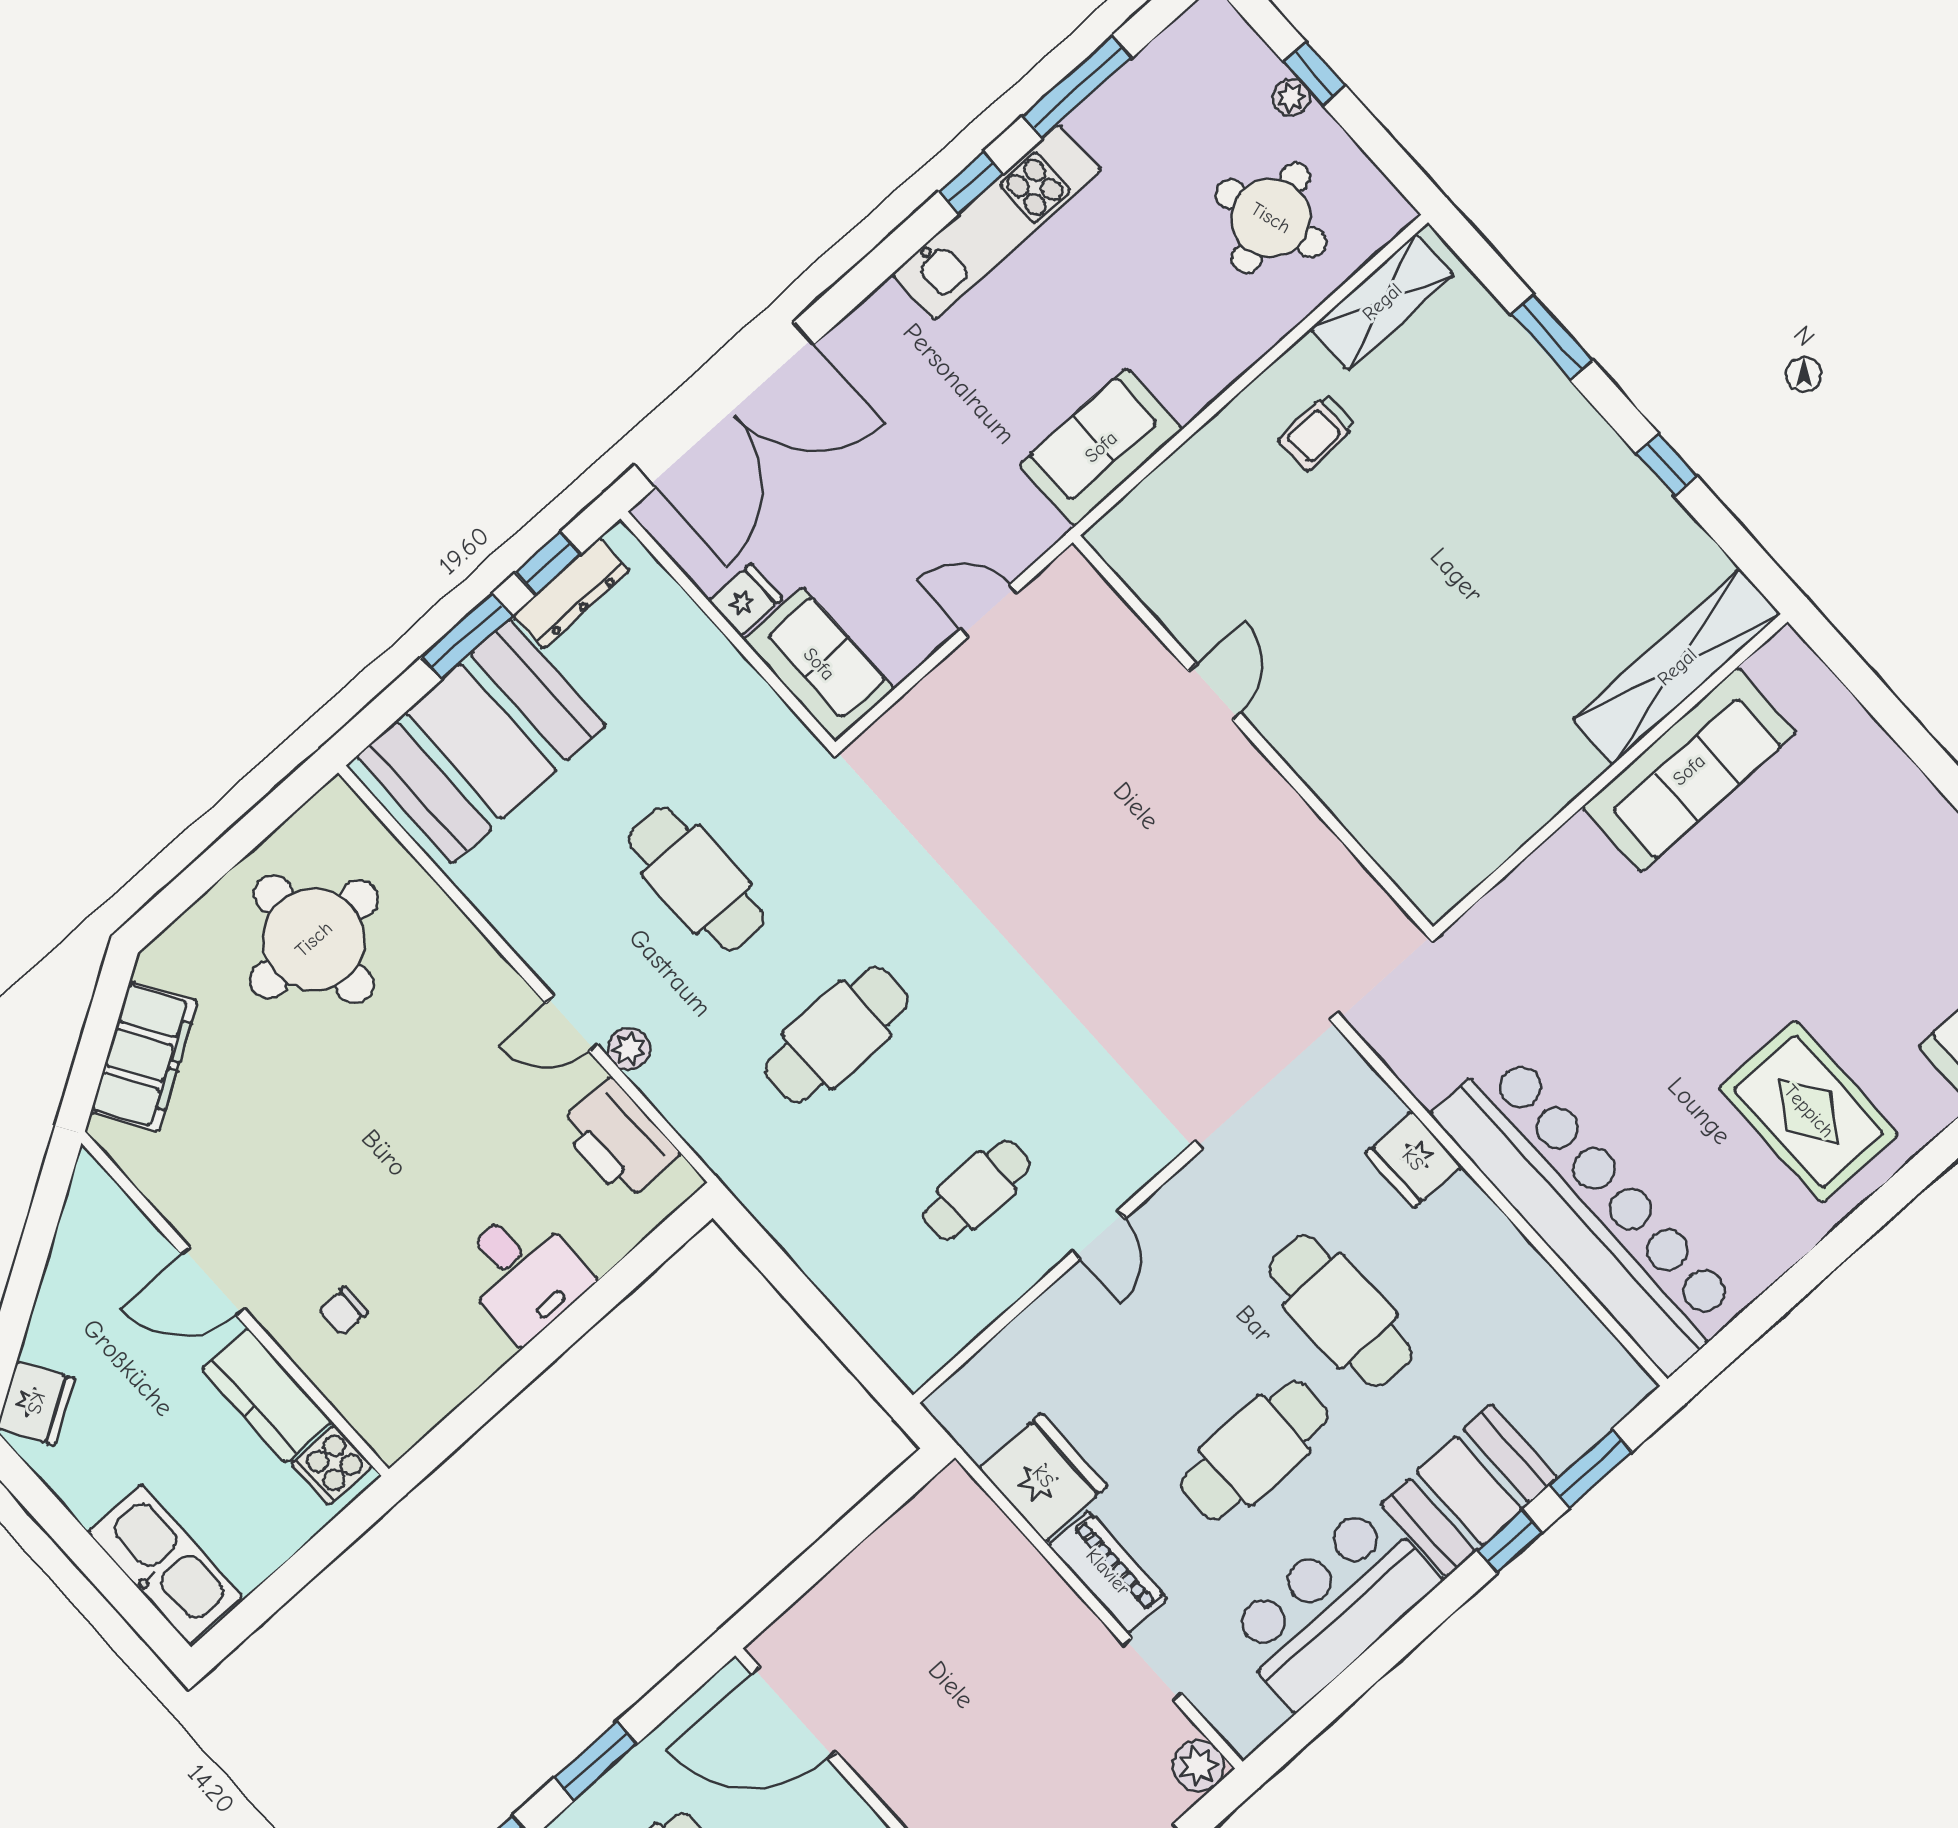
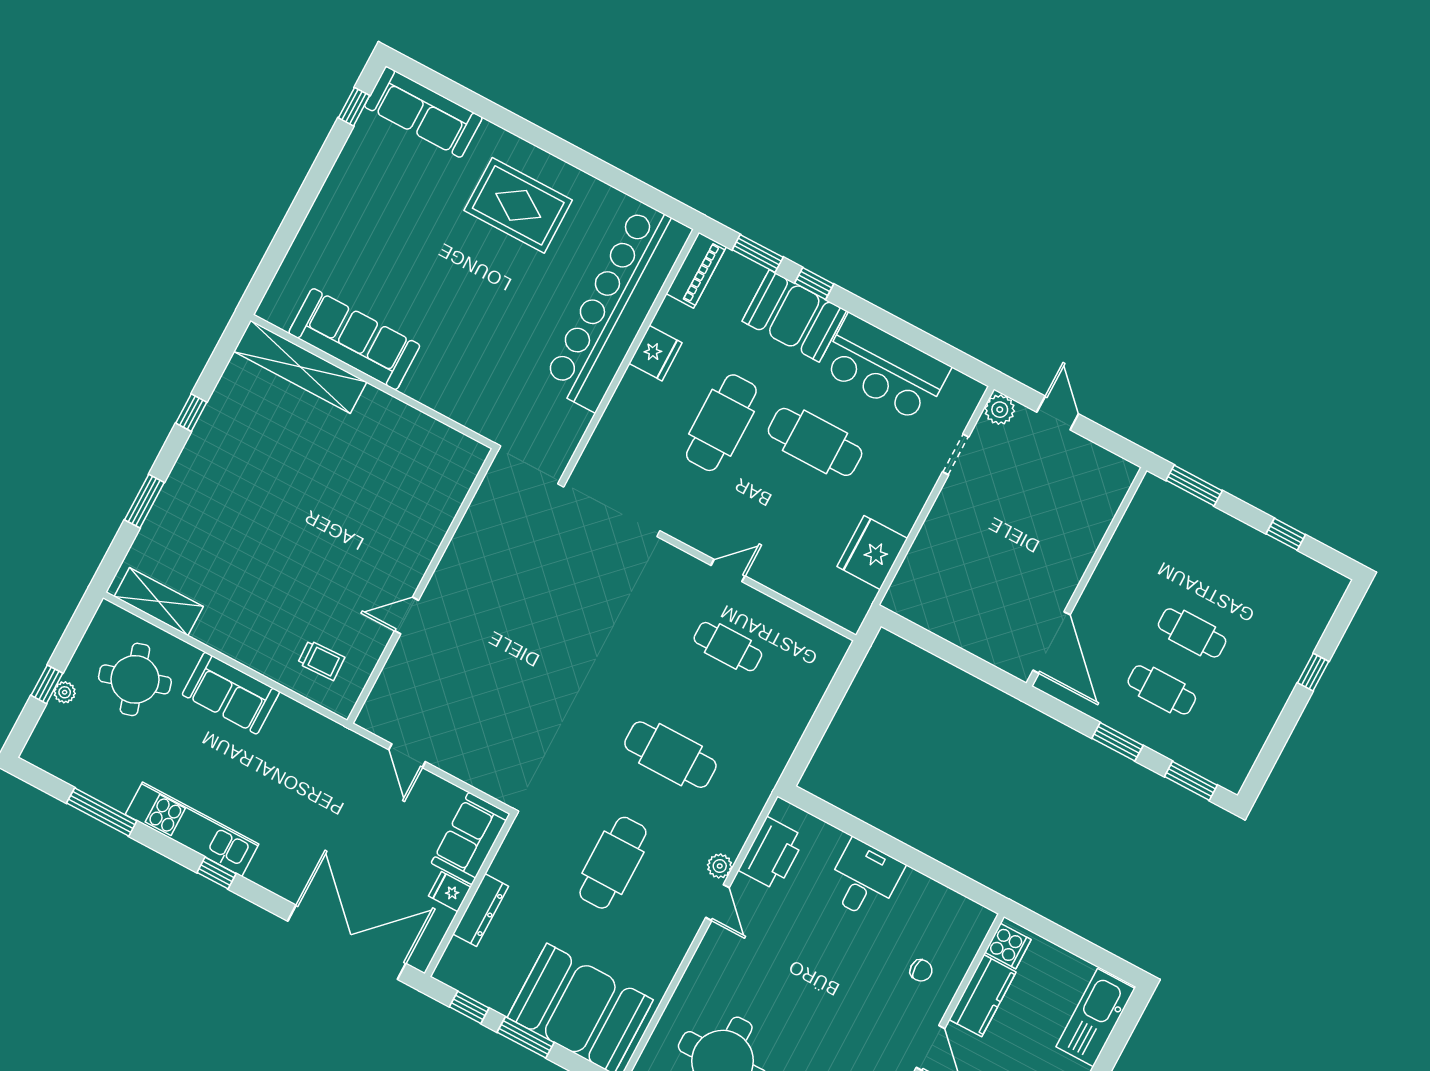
window: (971, 183) -> (217, 873), moved
trolley: (1317, 433) -> (321, 660), moved
sofa: (1101, 447) -> (231, 693), moved
dresser: (571, 593) -> (481, 910), moved, turned 90
rug: (1809, 1111) -> (518, 205), turned 90
fridge: (1413, 1160) -> (655, 353), moved
piano: (1108, 1572) -> (696, 270), moved, turned 180

